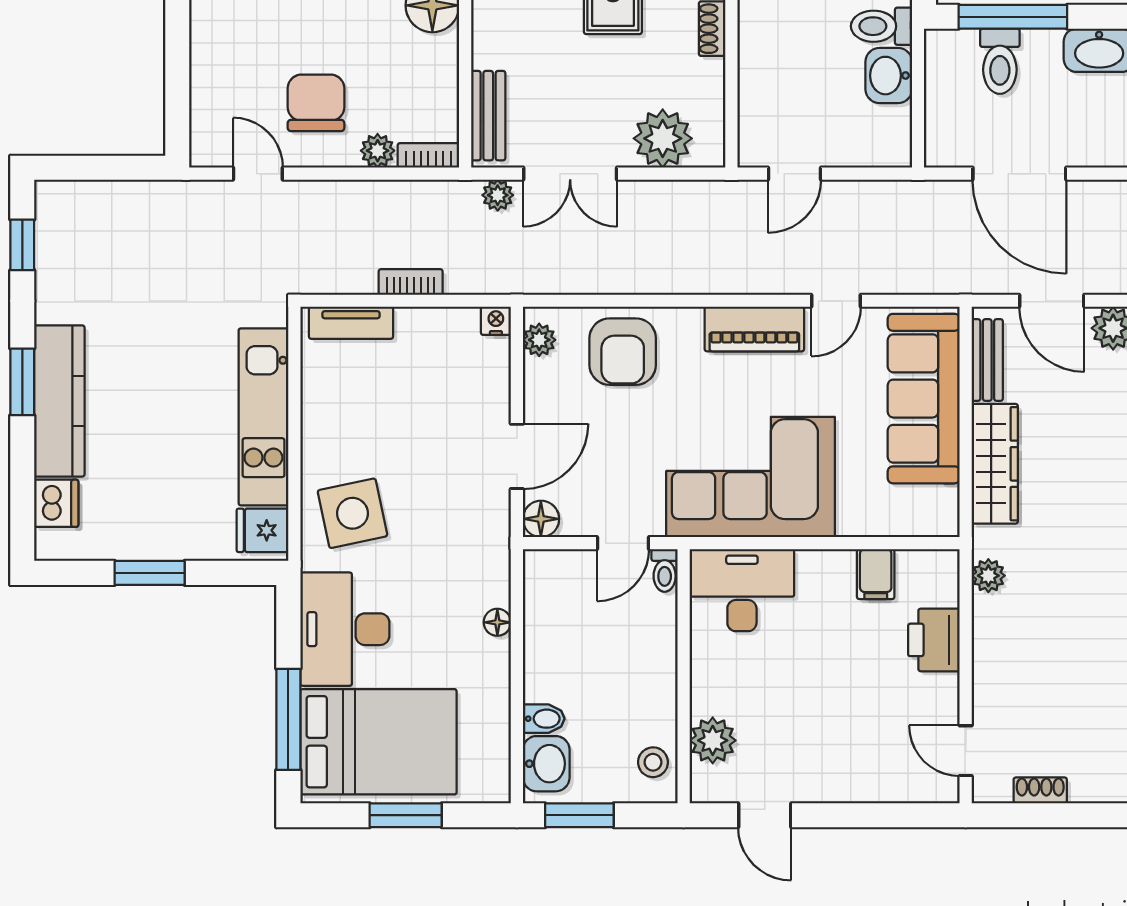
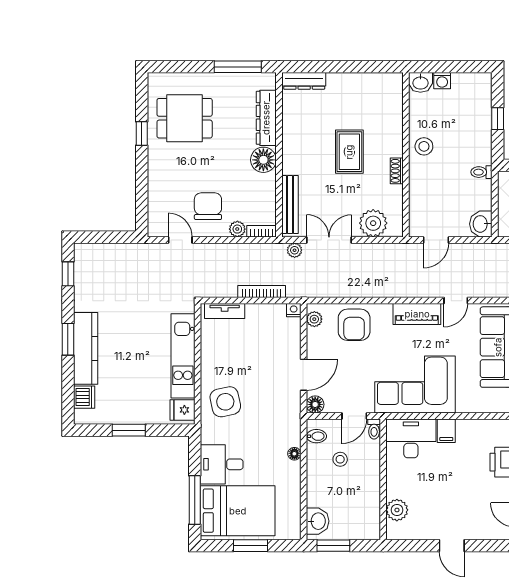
toilet: (881, 26) -> (481, 172), width x0.73, depth x0.72
washbasin: (889, 76) -> (481, 224), moved
bench: (488, 116) -> (290, 205), width x1.36
double door: (570, 174) -> (329, 240), swing flipped
bookcase: (411, 282) -> (262, 292), width x1.56
filing cabinet: (876, 574) -> (446, 431), moved
desk: (345, 629) -> (222, 464), width x0.73
bidet: (544, 719) -> (316, 436), moved
stool: (653, 762) -> (340, 459), moved
door: (765, 815) -> (452, 546), moved

